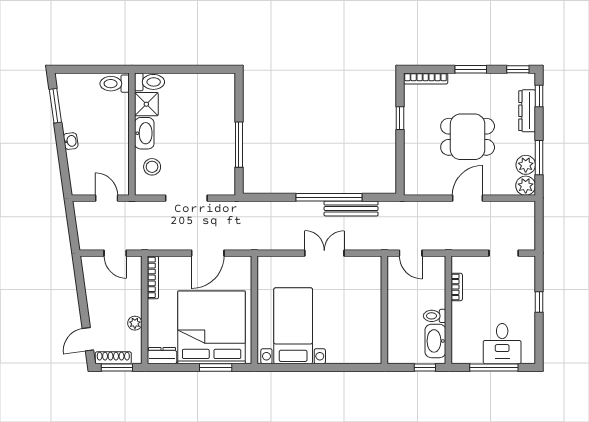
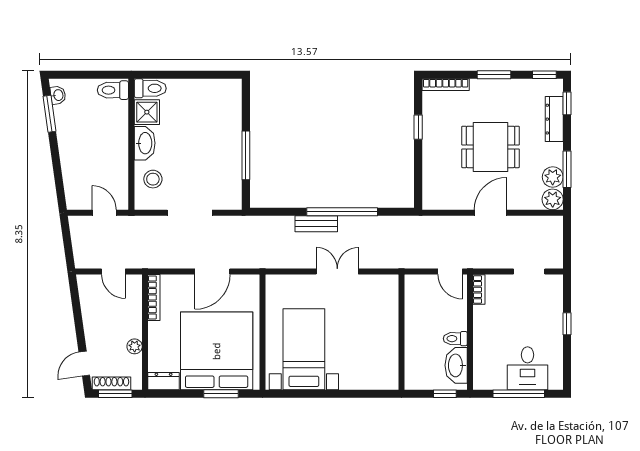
washbasin: (71, 141) -> (58, 95), moved
bench: (351, 208) -> (316, 224), moved, width x0.73
door: (411, 253) -> (450, 271), moved
bookcase: (457, 287) -> (479, 290), moved

